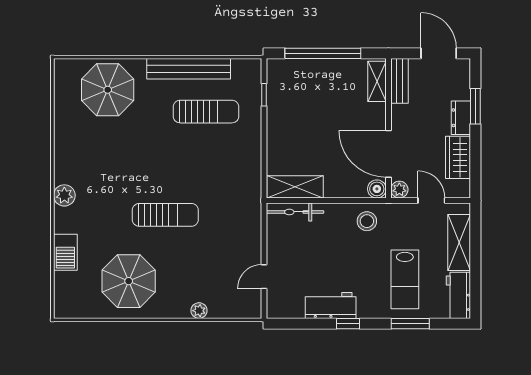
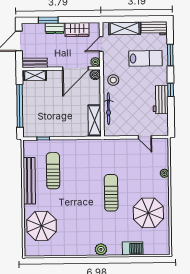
bicycle: (295, 212) -> (108, 109), moved

